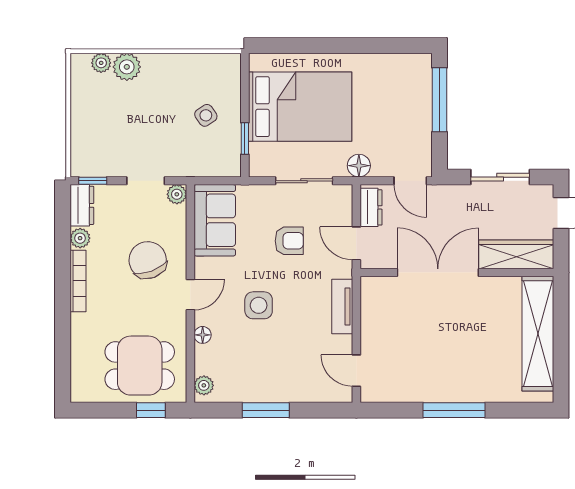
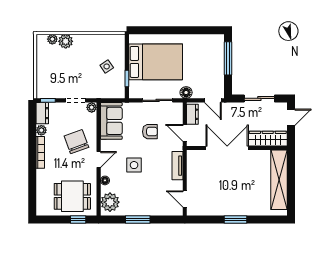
plant: (204, 385) -> (110, 202), width x1.88, depth x1.88
window: (454, 410) -> (235, 219), width x0.69

